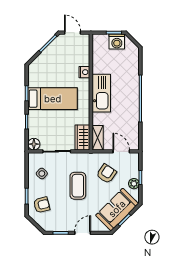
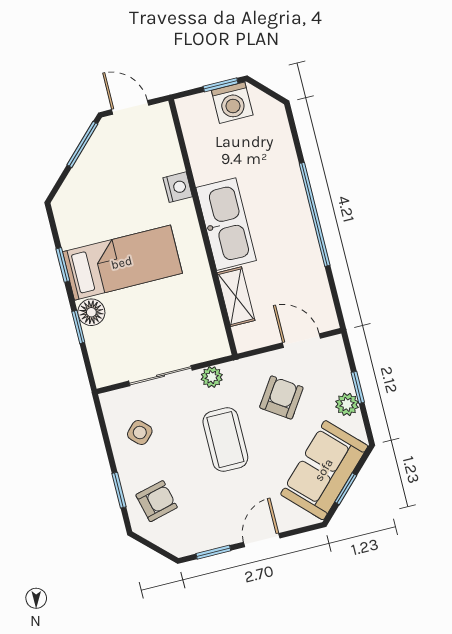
wardrobe: (82, 137) -> (209, 331), removed
shelving: (98, 138) -> (236, 297), moved
floor lamp: (34, 144) -> (91, 312), moved
plant: (79, 157) -> (212, 377), added

